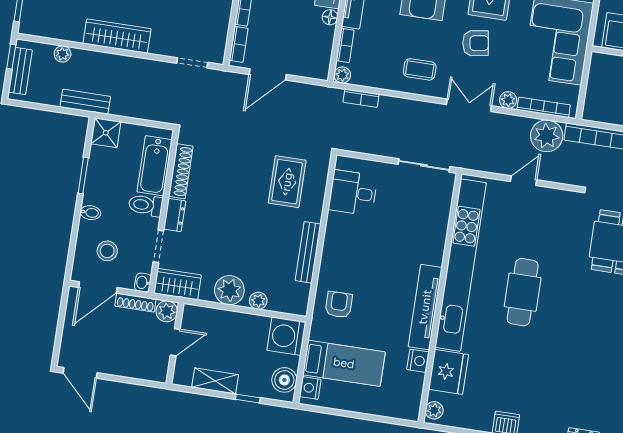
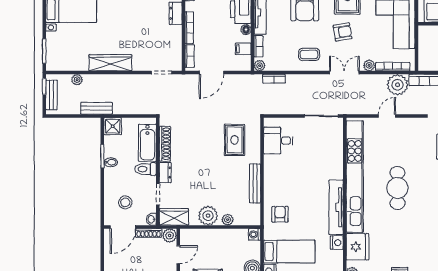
filing cabinet: (321, 46) -> (243, 49), added
bidet: (90, 213) -> (111, 162), moved
washing machine: (286, 336) -> (255, 234), width x0.53, depth x0.53

